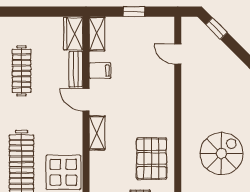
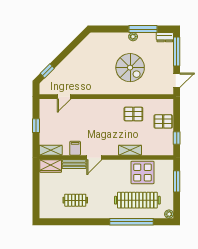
clothes rail: (22, 71) -> (75, 200), width x0.73
shelving: (97, 133) -> (130, 150), moved
spiral stairs: (222, 154) -> (130, 68), turned 180
pallet: (152, 159) -> (133, 114), width x0.67, depth x0.71

